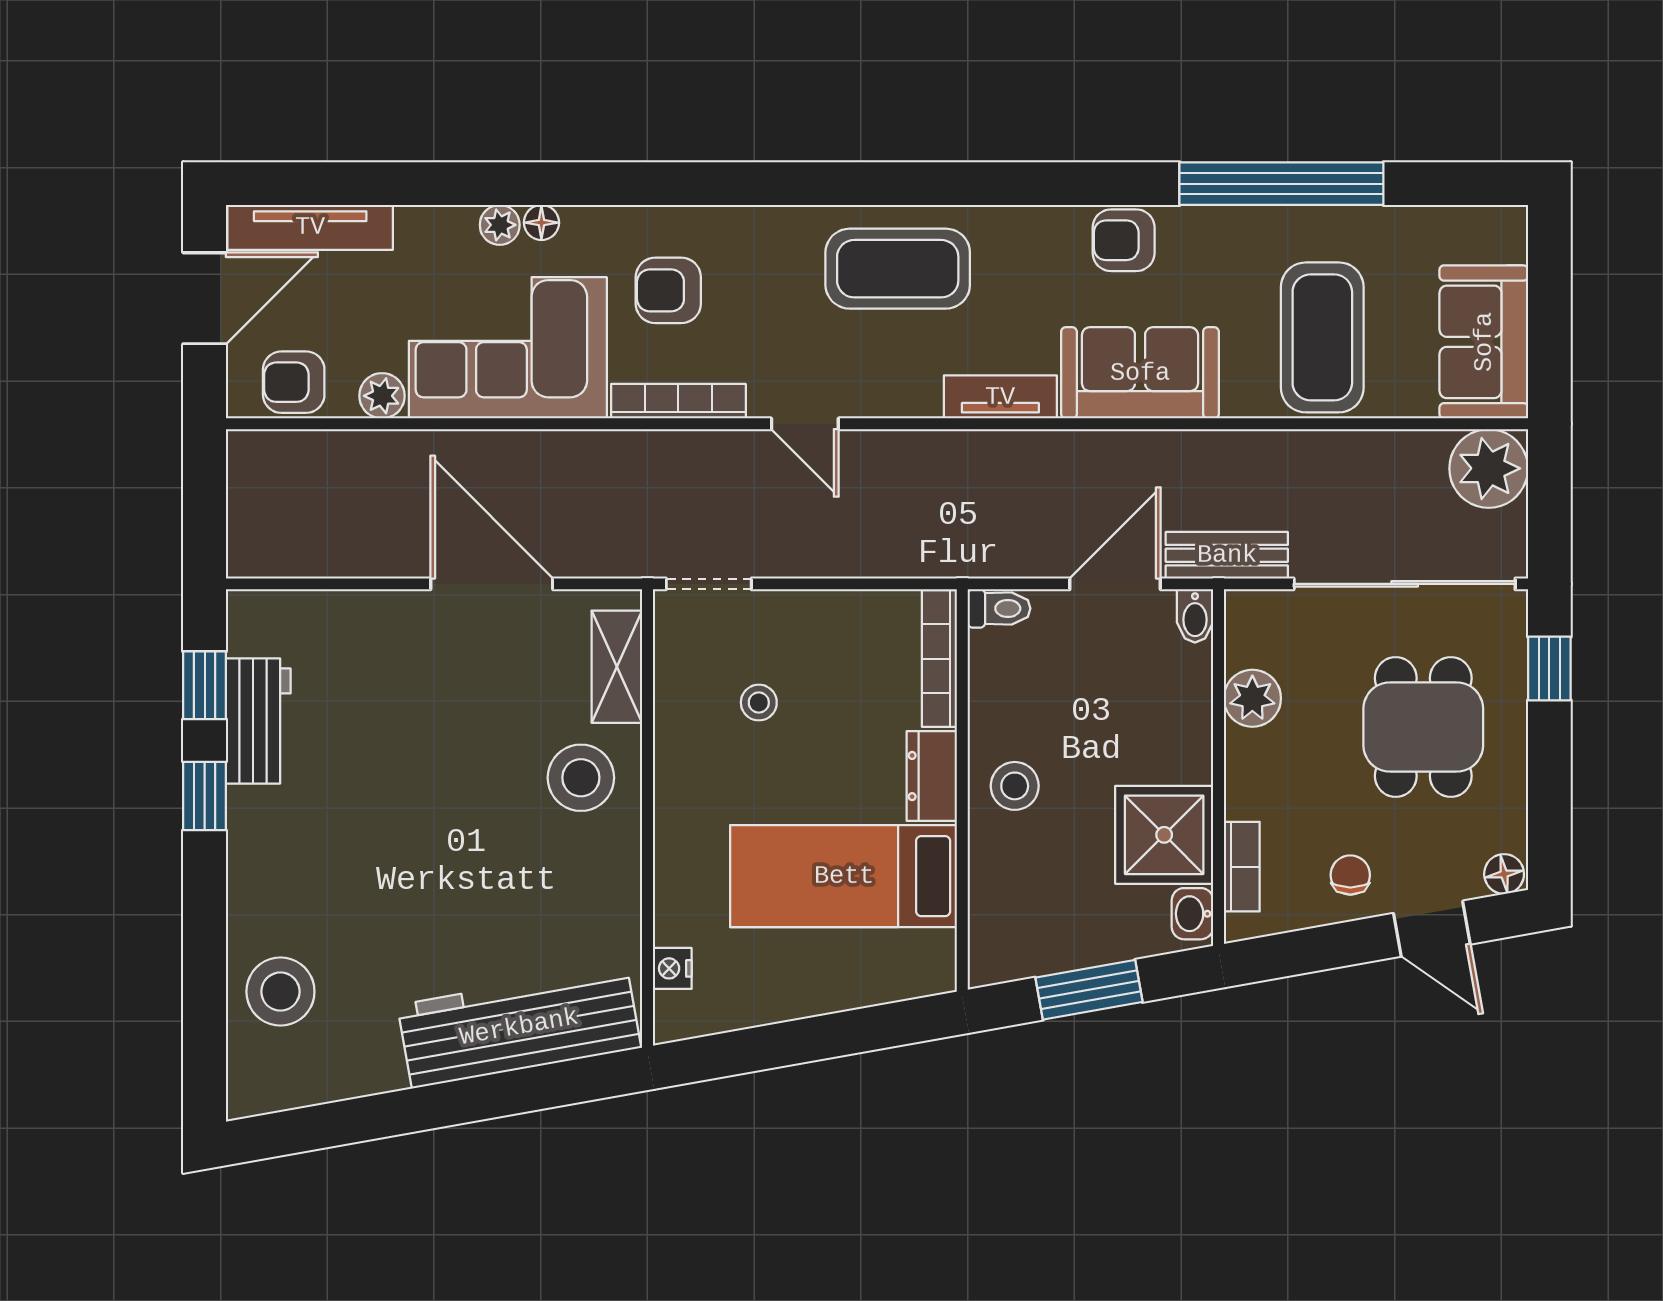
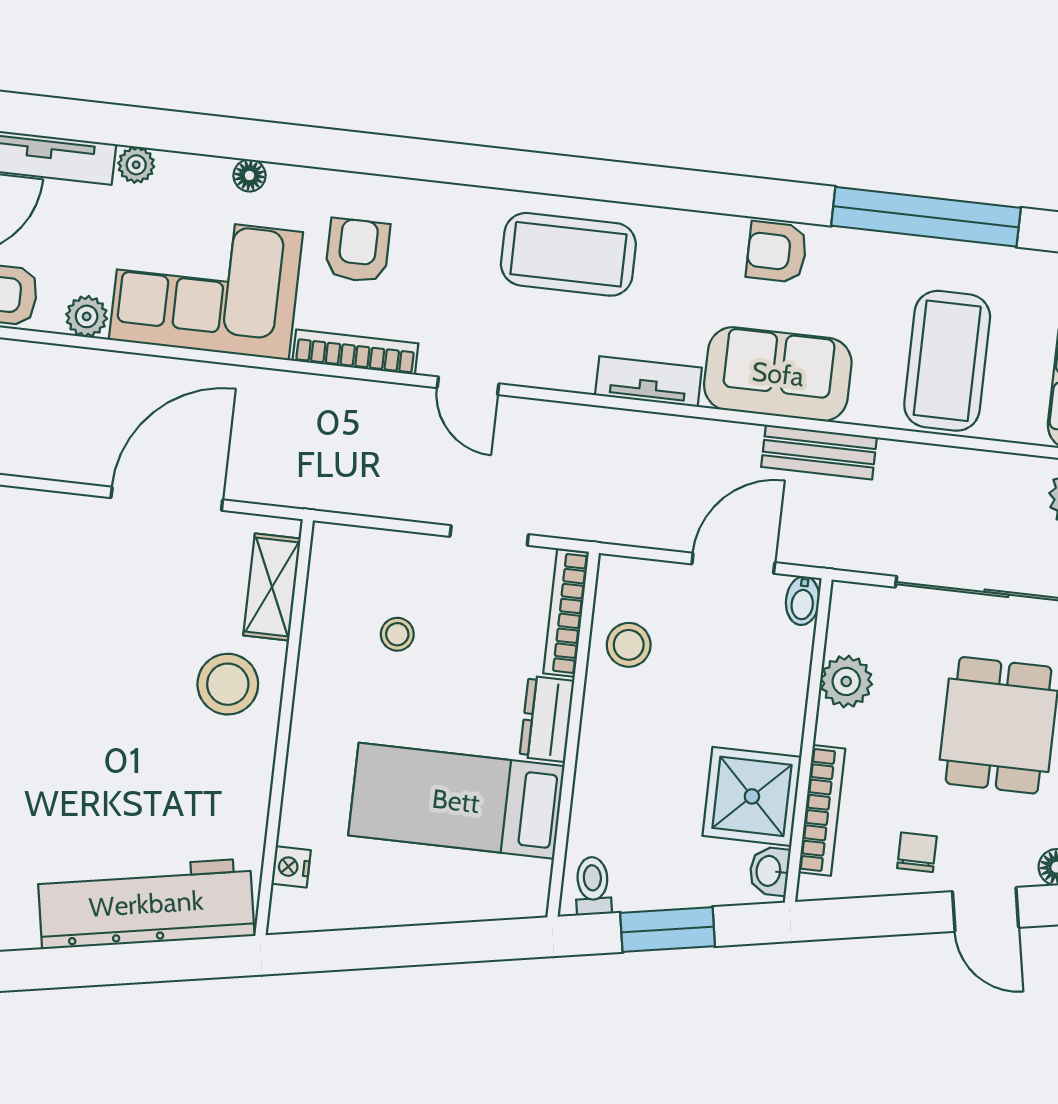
plant: (500, 225) -> (136, 165), moved
armchair: (668, 290) -> (358, 250), turned 90
bench: (1227, 555) -> (819, 452), moved
door: (492, 584) -> (167, 499), hinge flipped
doorway: (709, 584) -> (489, 535), moved
toilet: (999, 608) -> (593, 886), moved, turned -100
stool: (1015, 786) -> (629, 645), moved
bookcase: (1242, 867) -> (822, 810), width x1.56

